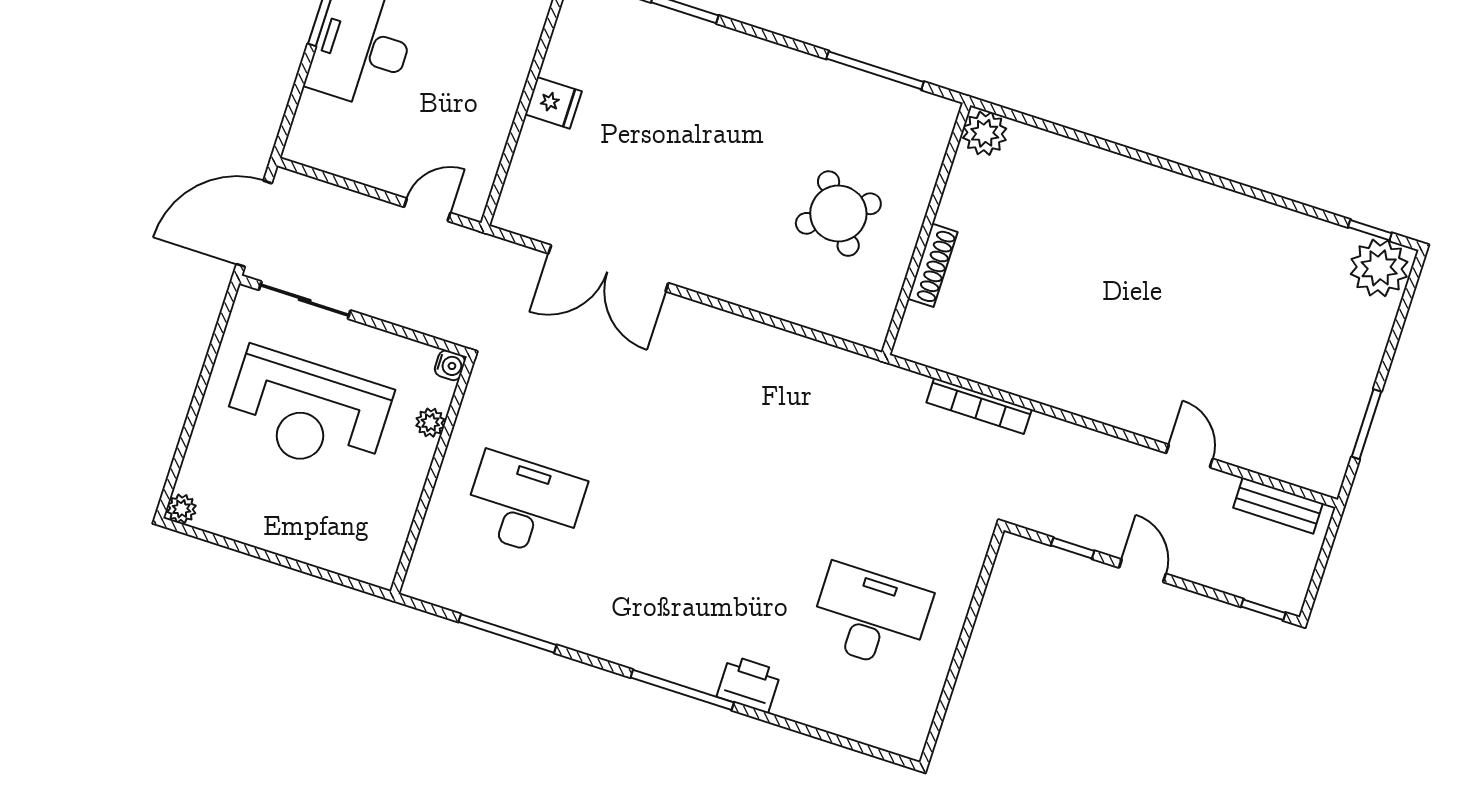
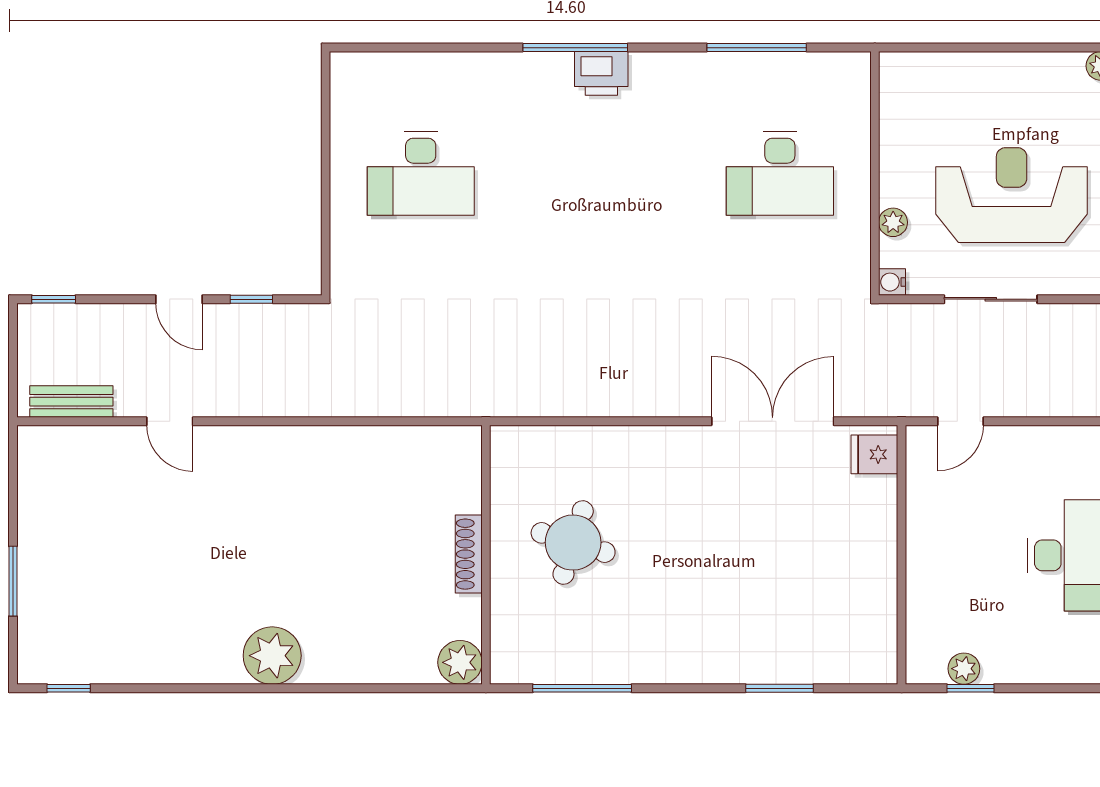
fridge: (553, 103) -> (874, 454), moved
round table: (838, 214) -> (573, 543), turned -38
shoe rack: (933, 265) -> (469, 554), moved
plant: (1379, 268) -> (272, 656), moved
sliding door: (305, 300) -> (991, 299), moved
bookcase: (979, 406) -> (383, 405), removed
window: (1366, 424) -> (13, 581), moved
printer: (749, 684) -> (601, 73), moved

